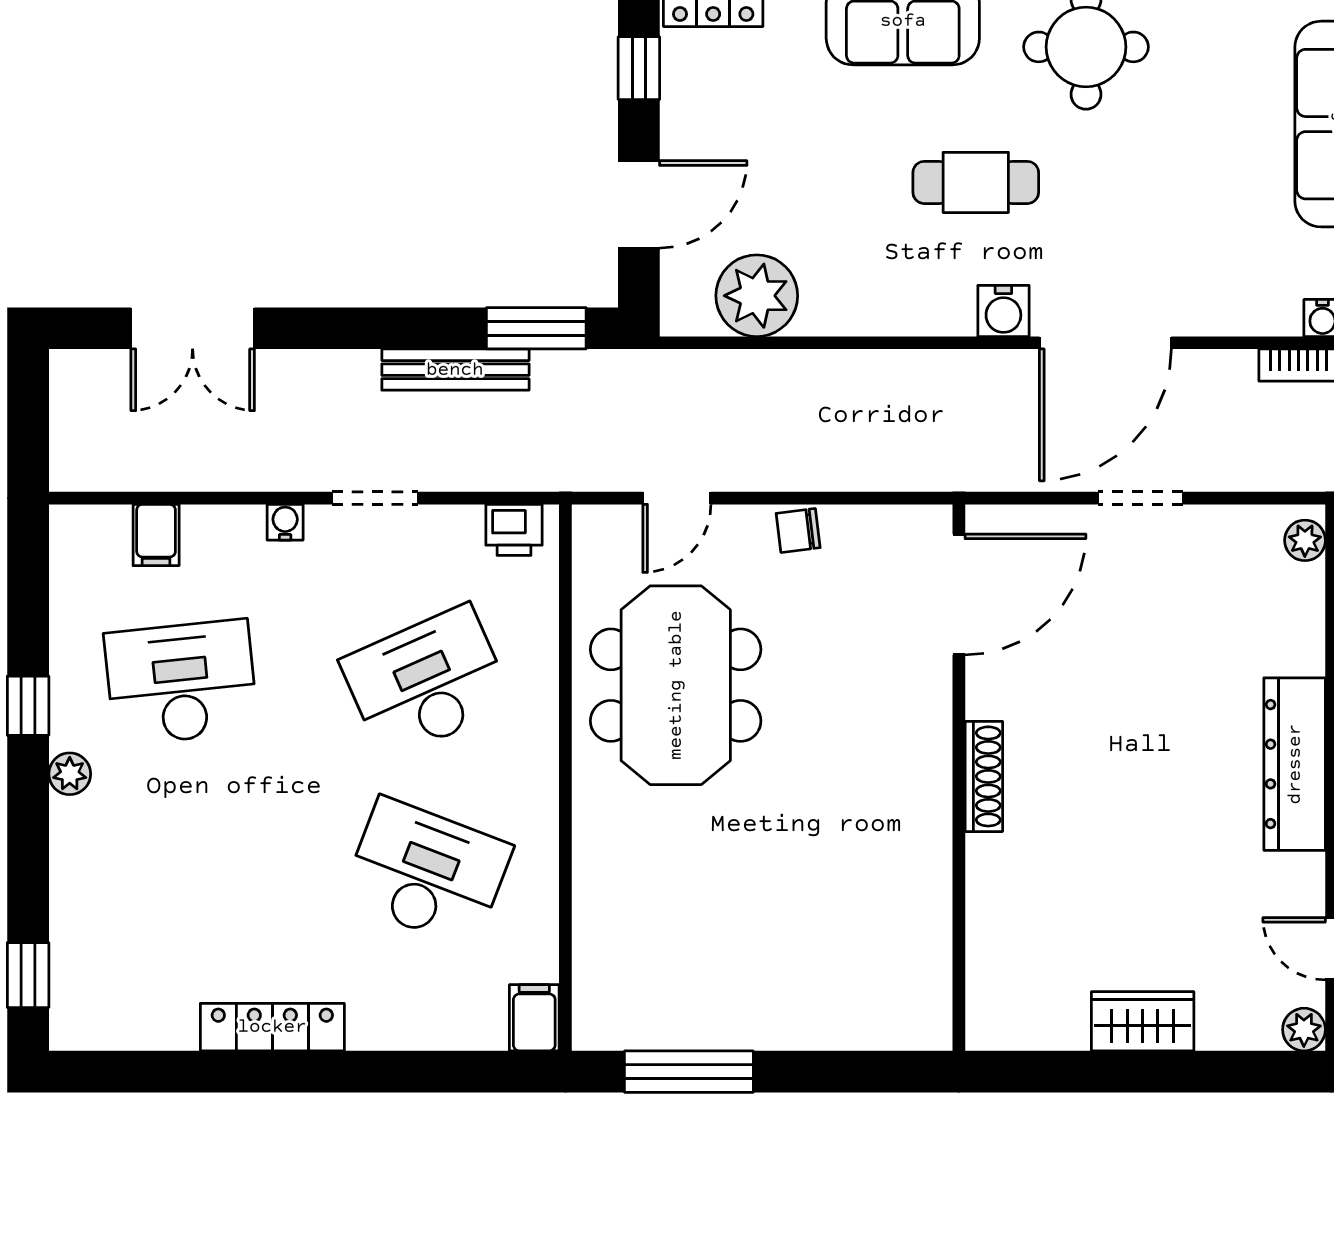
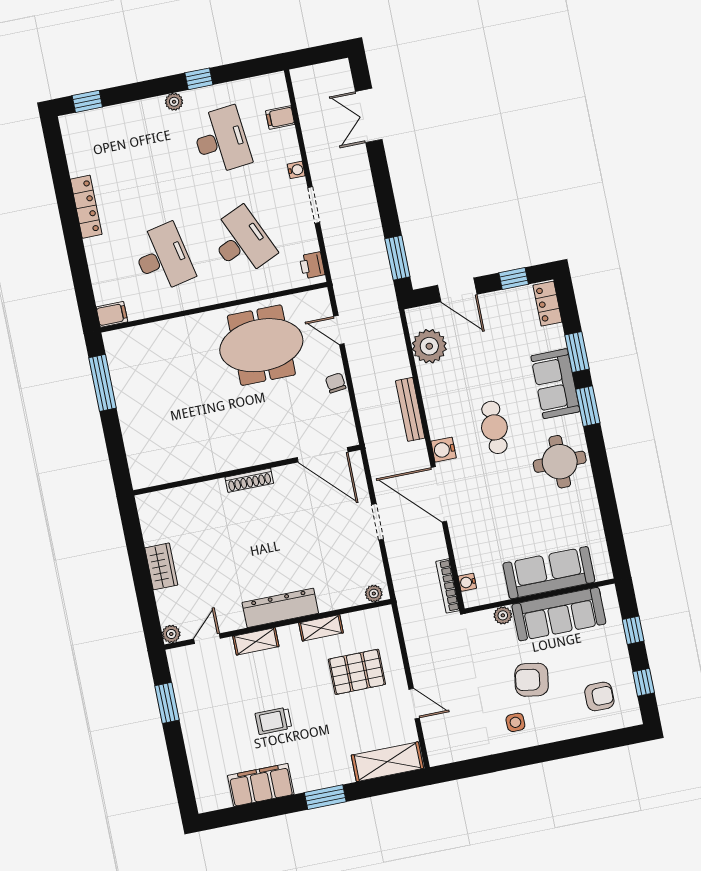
bench: (455, 370) -> (410, 409), moved
desk: (427, 873) -> (163, 258), turned -33

